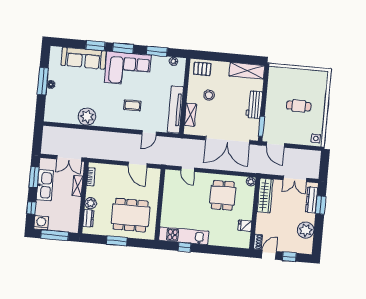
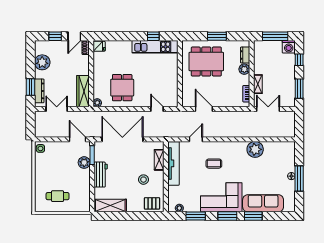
cafe table: (299, 106) -> (58, 196), moved
plant: (271, 119) -> (84, 163), added
kitchen sink: (45, 185) -> (288, 82), removed
fridge: (245, 226) -> (99, 46), moved

